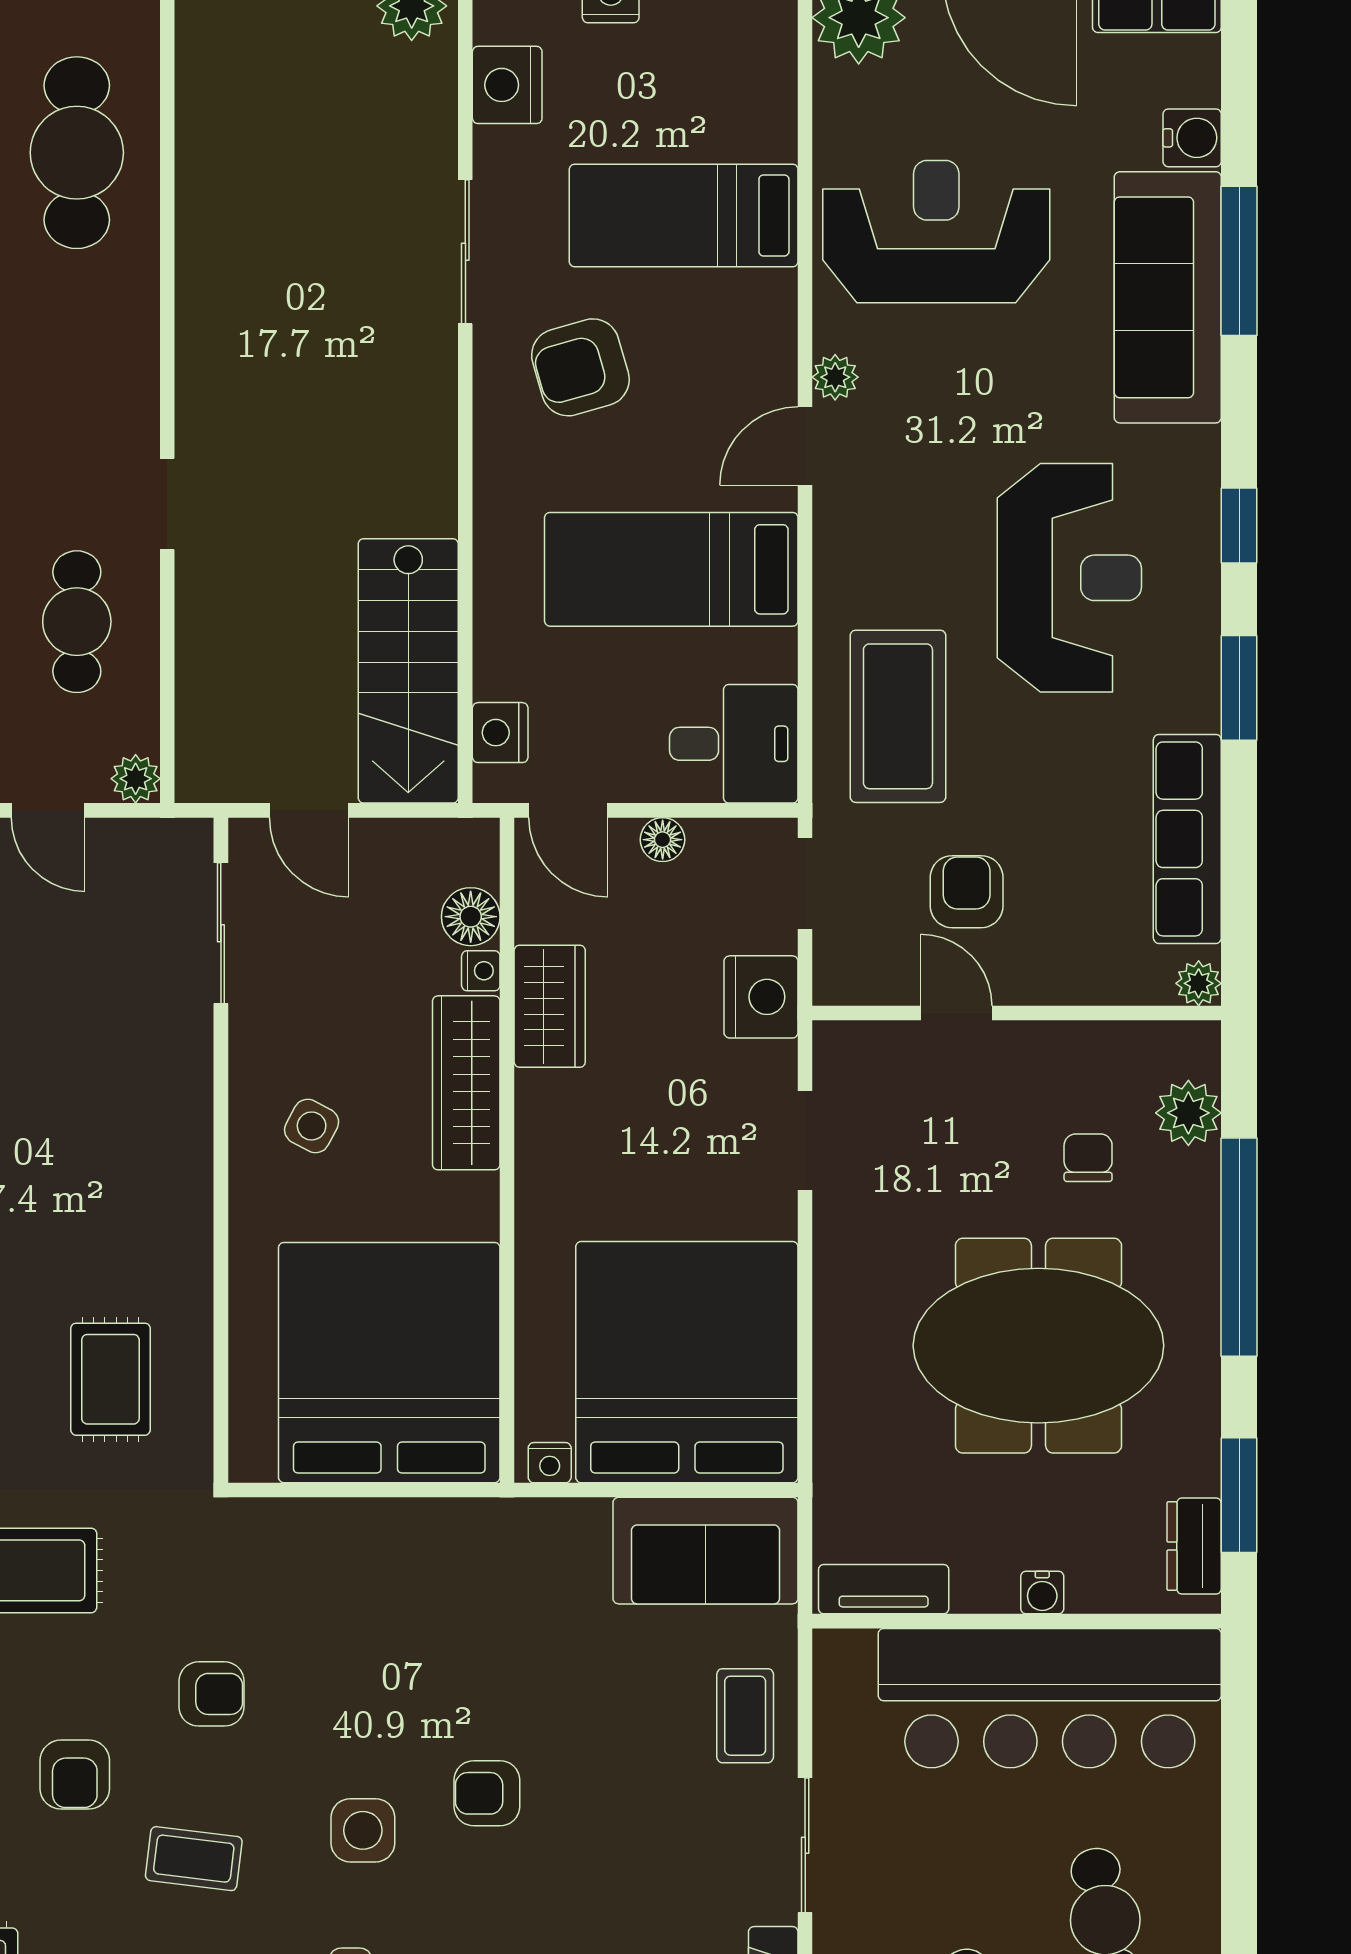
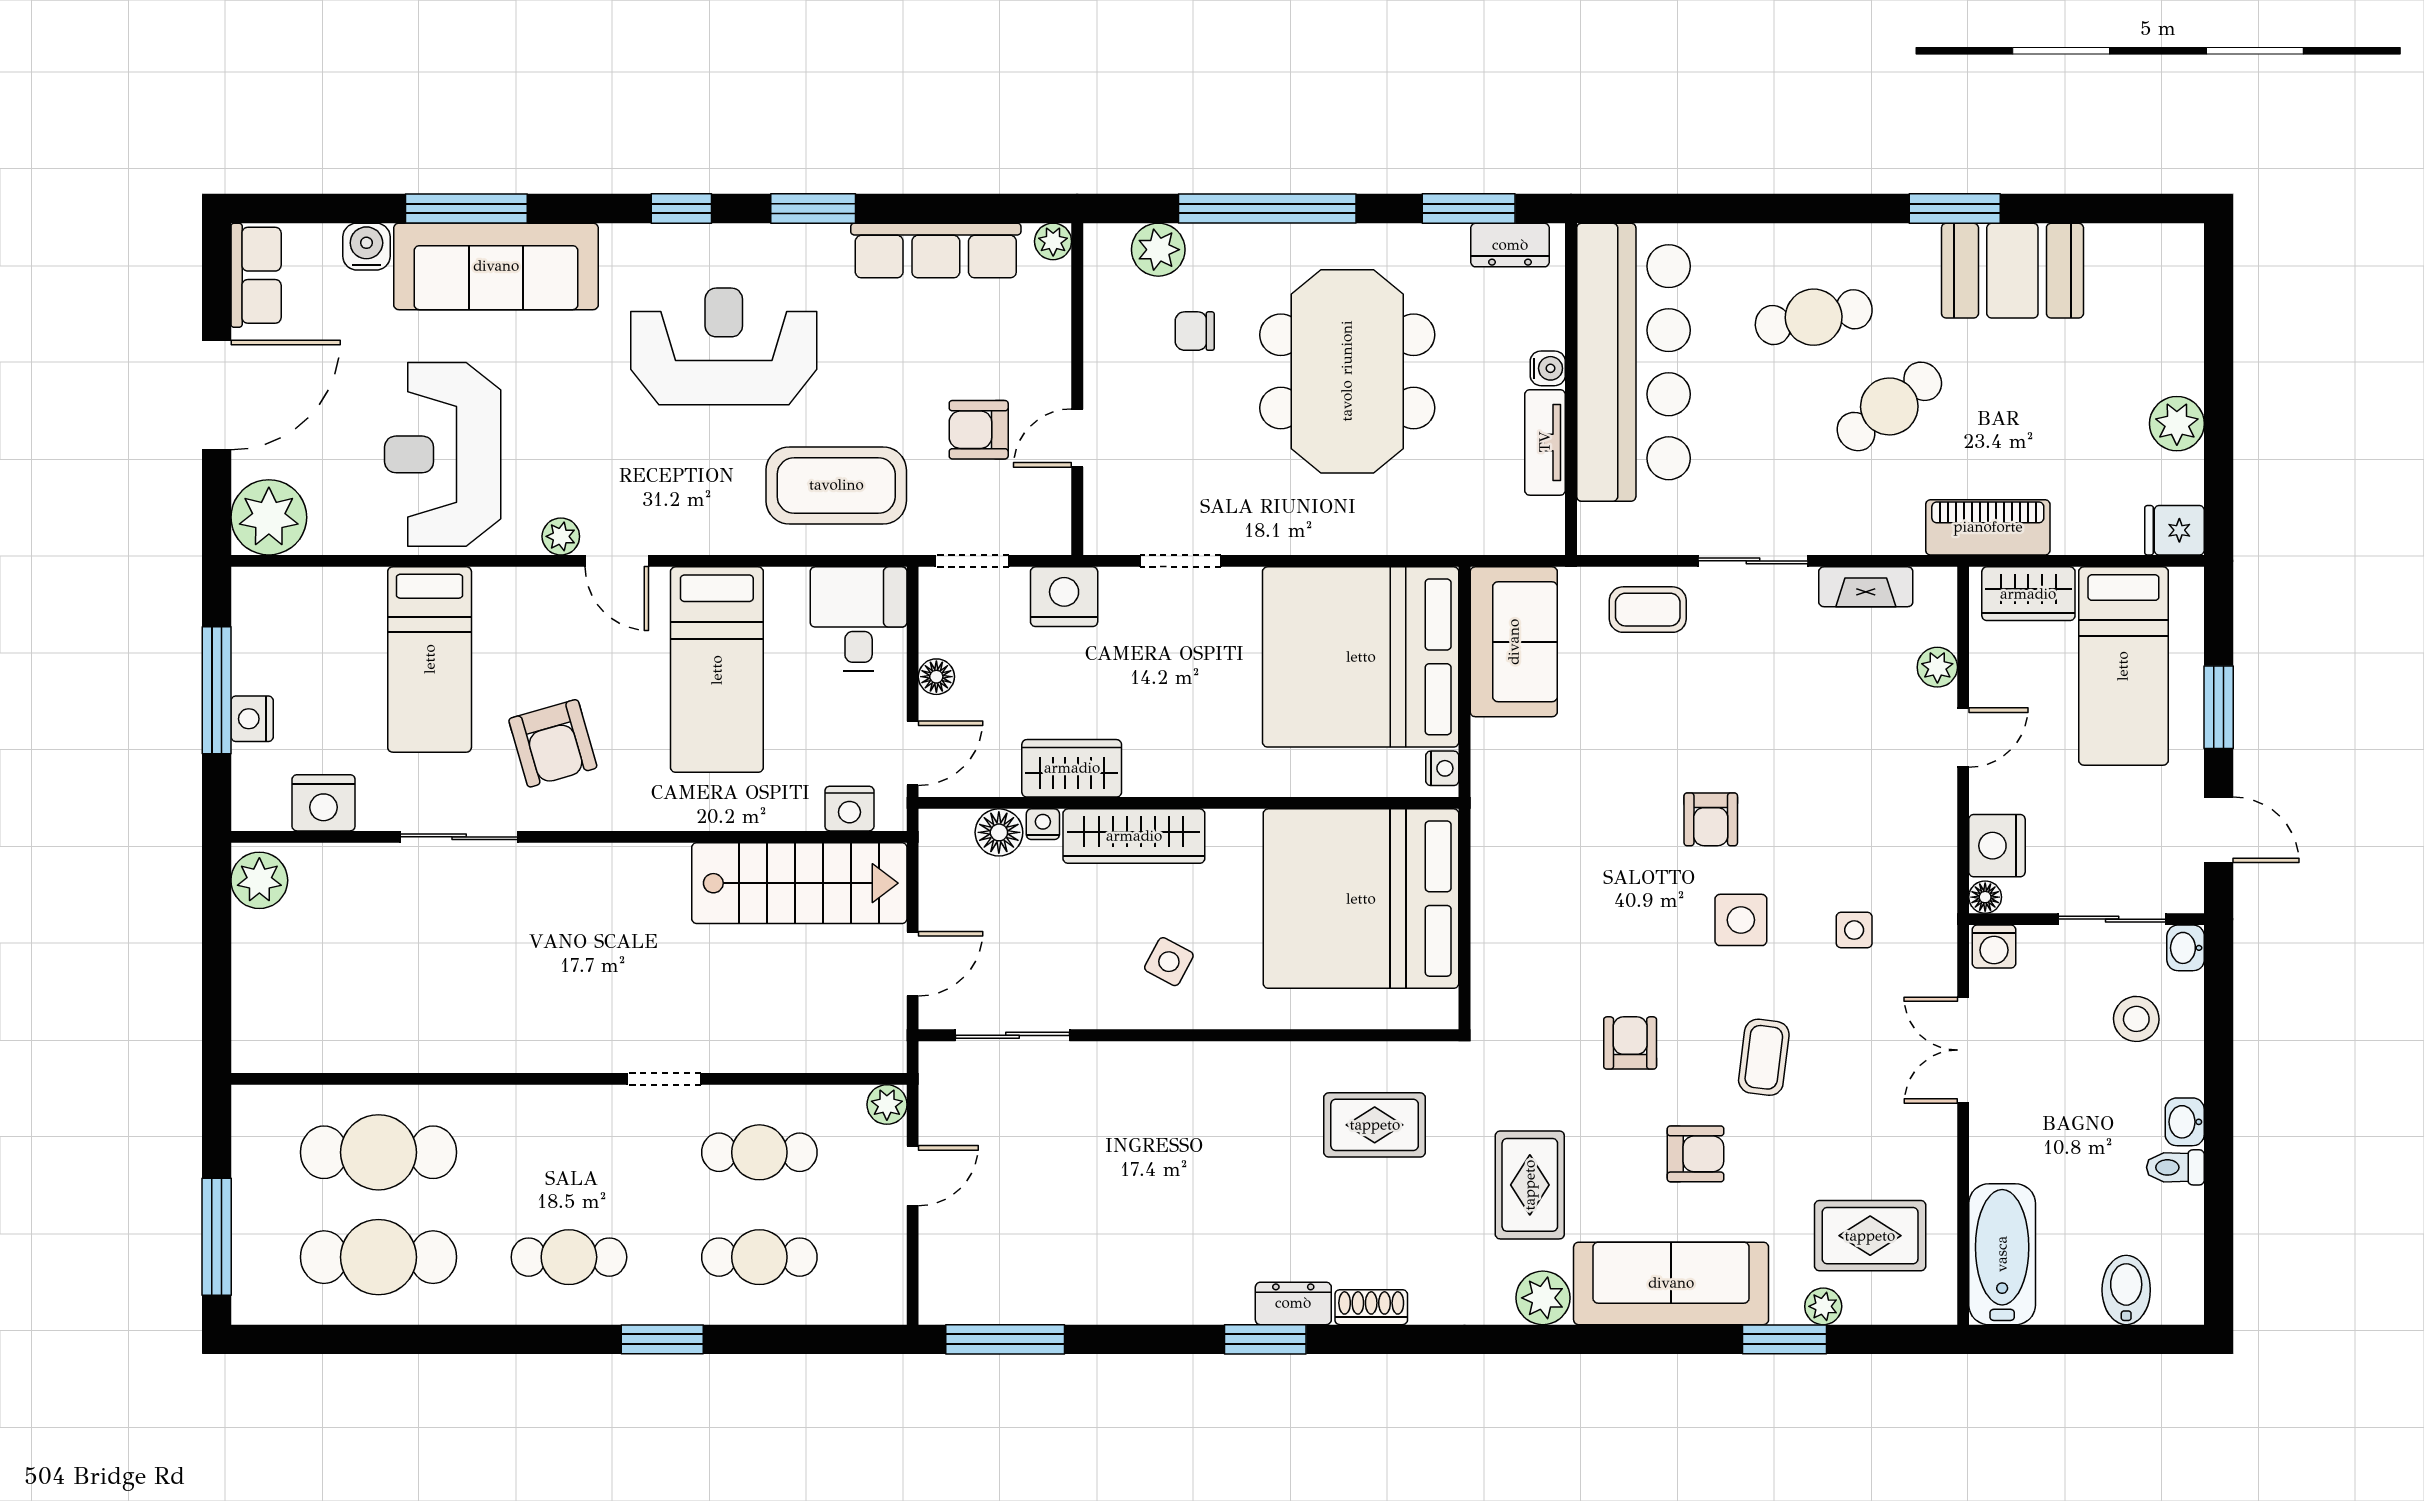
tv unit: (884, 1589) -> (1545, 442), moved

